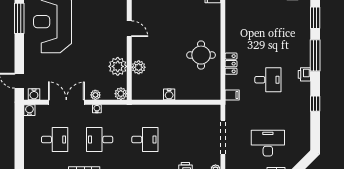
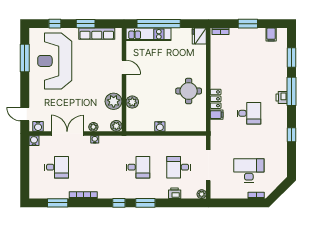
printer: (304, 74) -> (282, 98), moved
filing cabinet: (232, 95) -> (217, 115), moved
desk: (100, 140) -> (179, 167), moved

